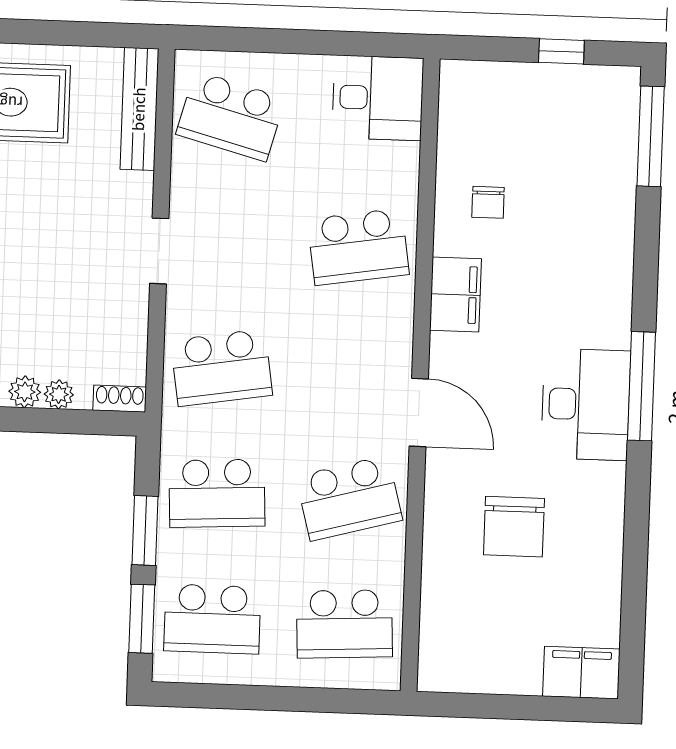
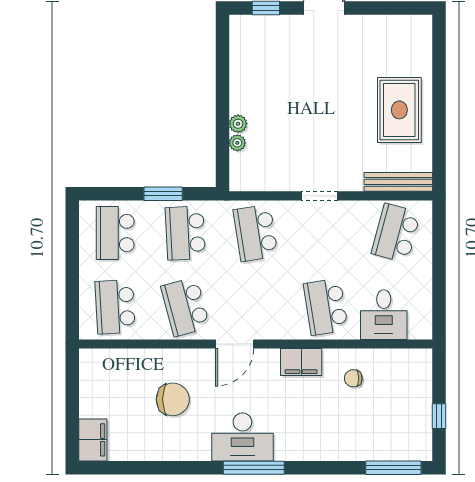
desk: (378, 98) -> (384, 315), moved
shoe rack: (120, 399) -> (236, 177), removed
chair: (514, 527) -> (173, 399), turned 180
window: (142, 619) -> (114, 194), removed

